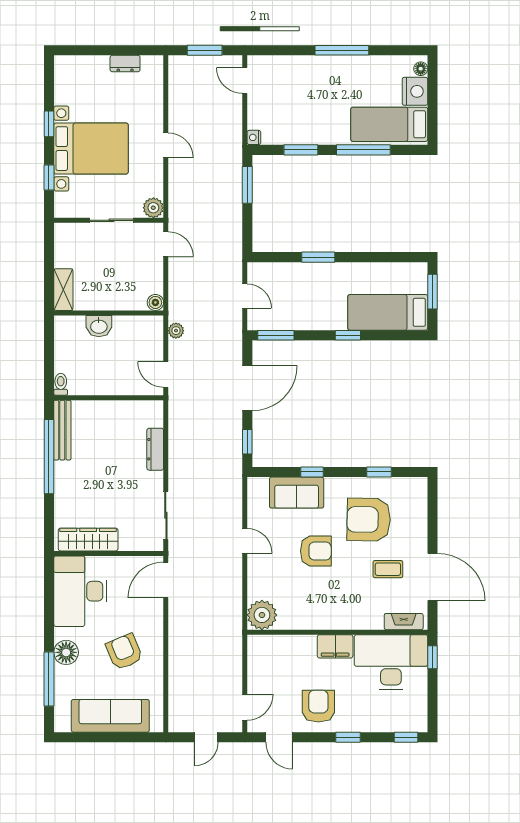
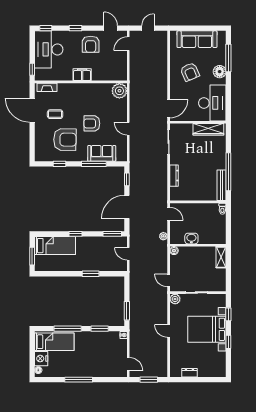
washbasin: (99, 326) -> (191, 239), moved
window: (312, 472) -> (94, 164), width x2.17
desk: (391, 662) -> (49, 49), moved, turned 90

